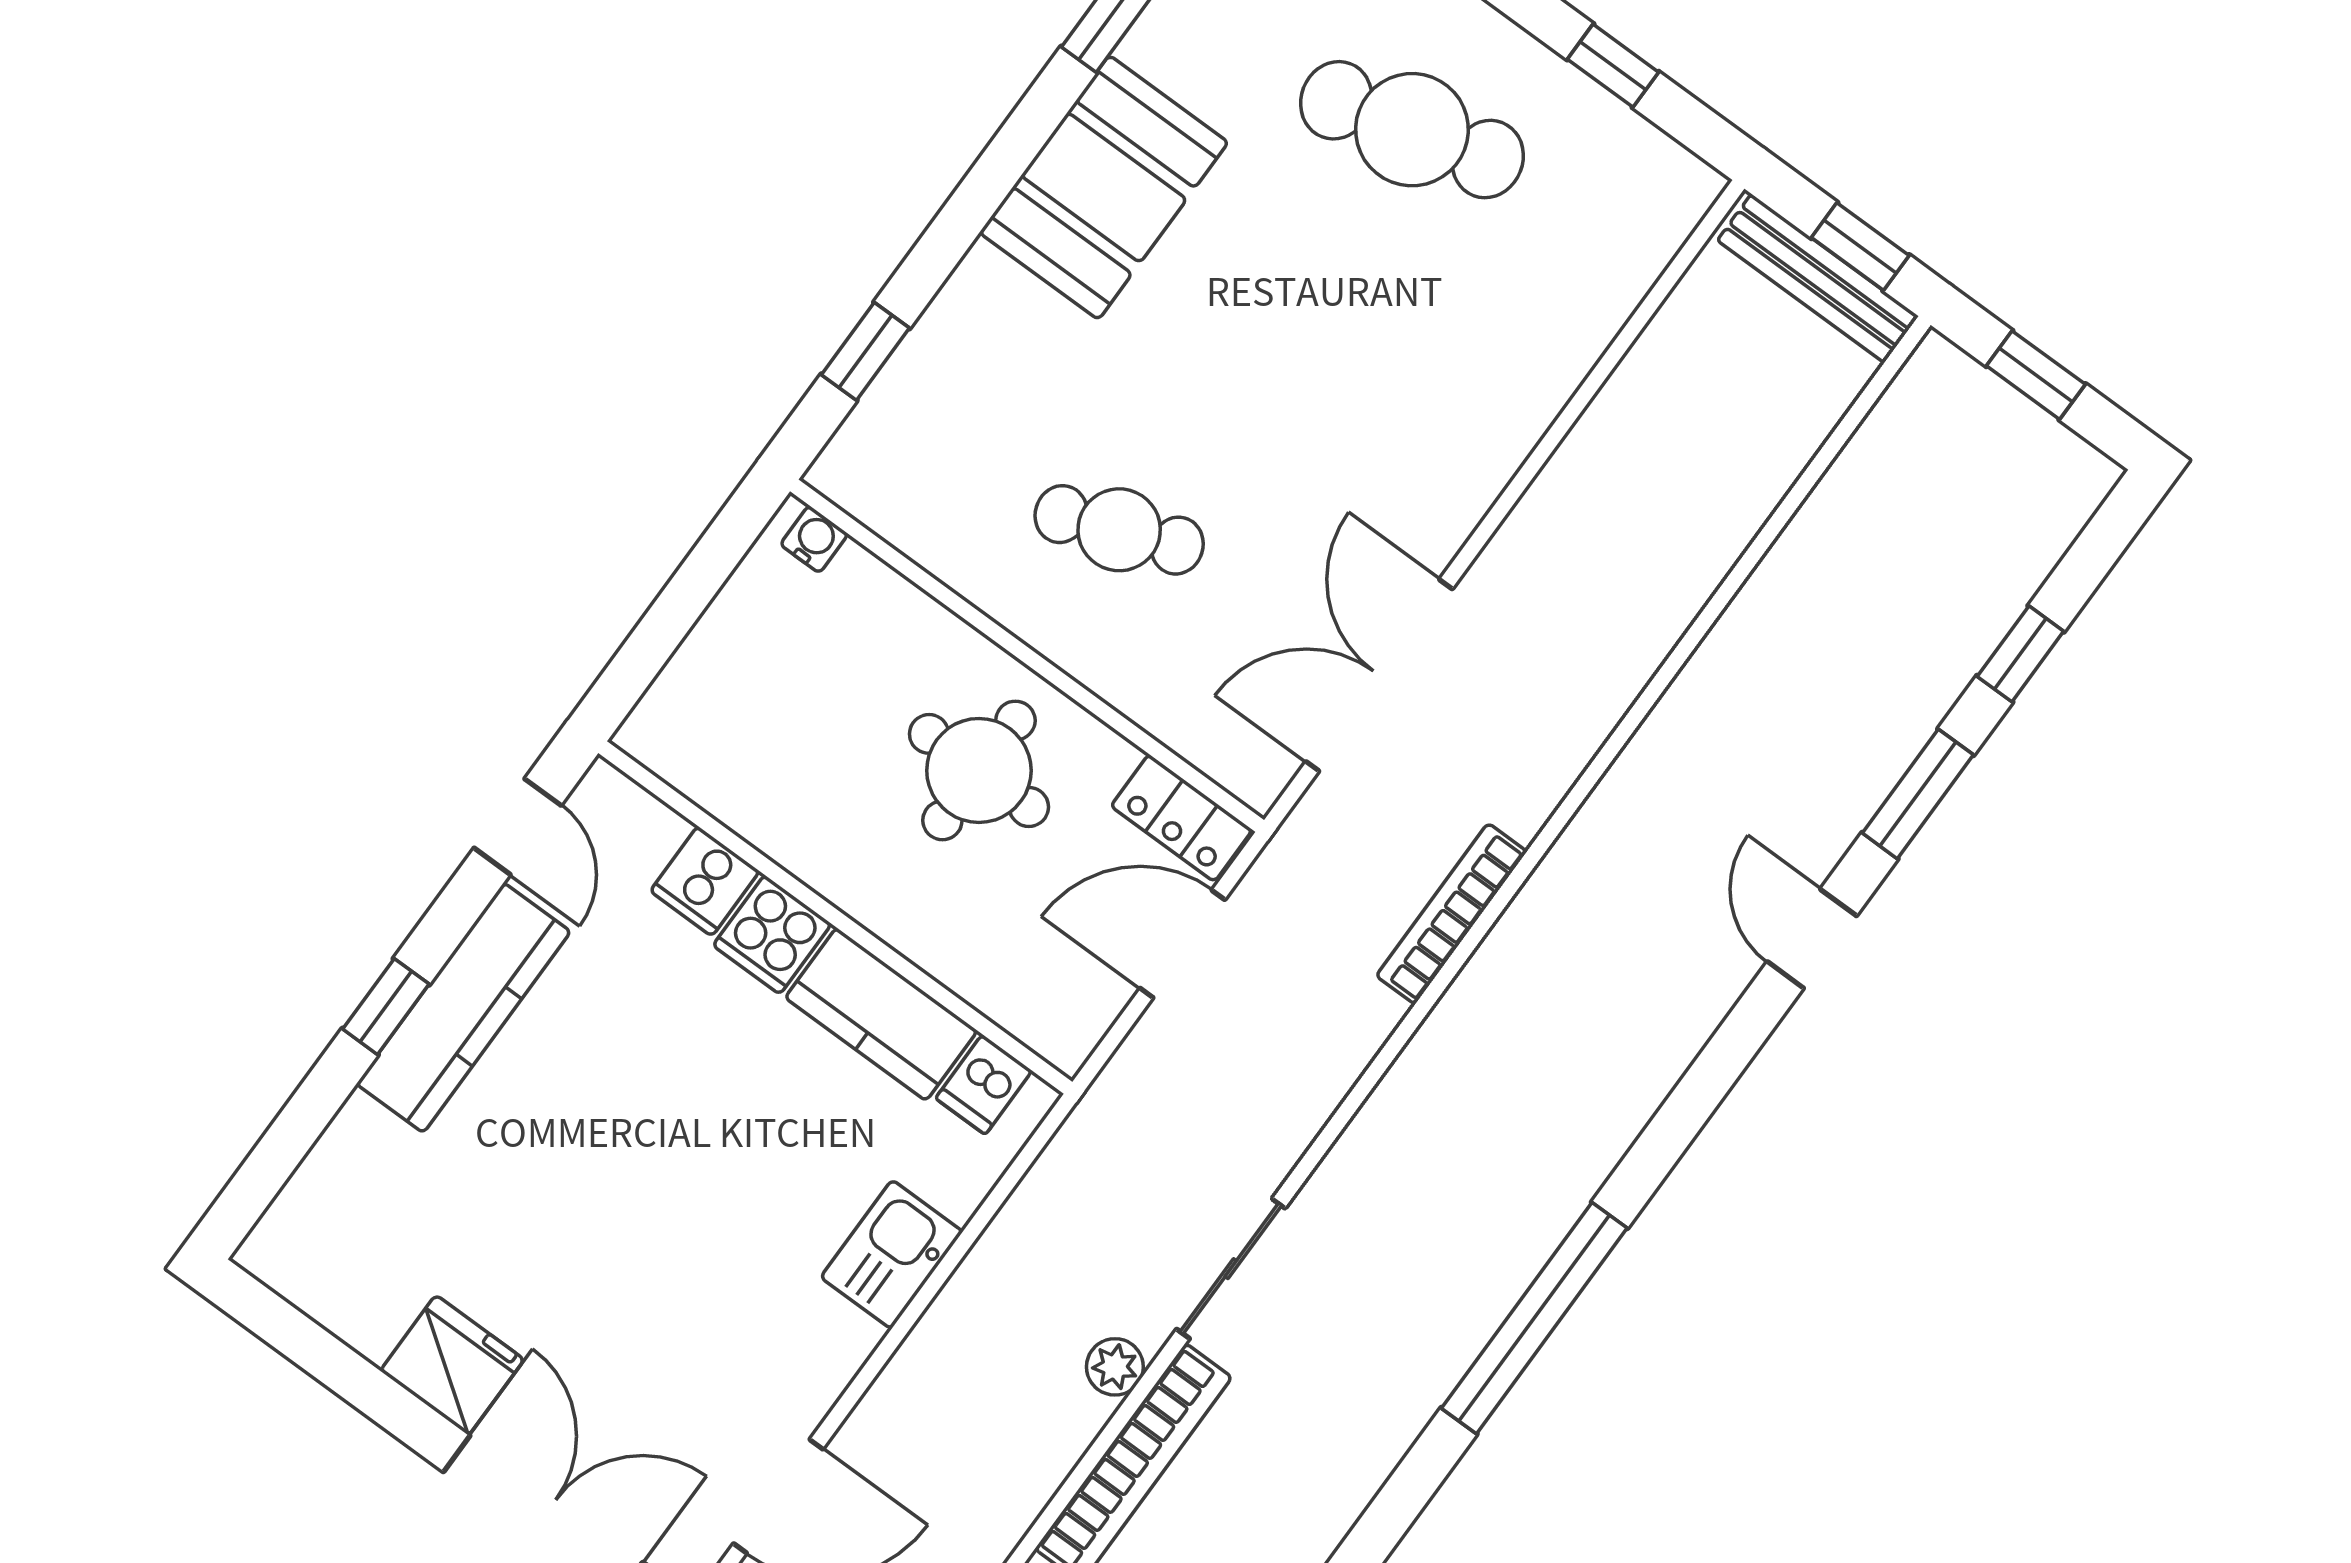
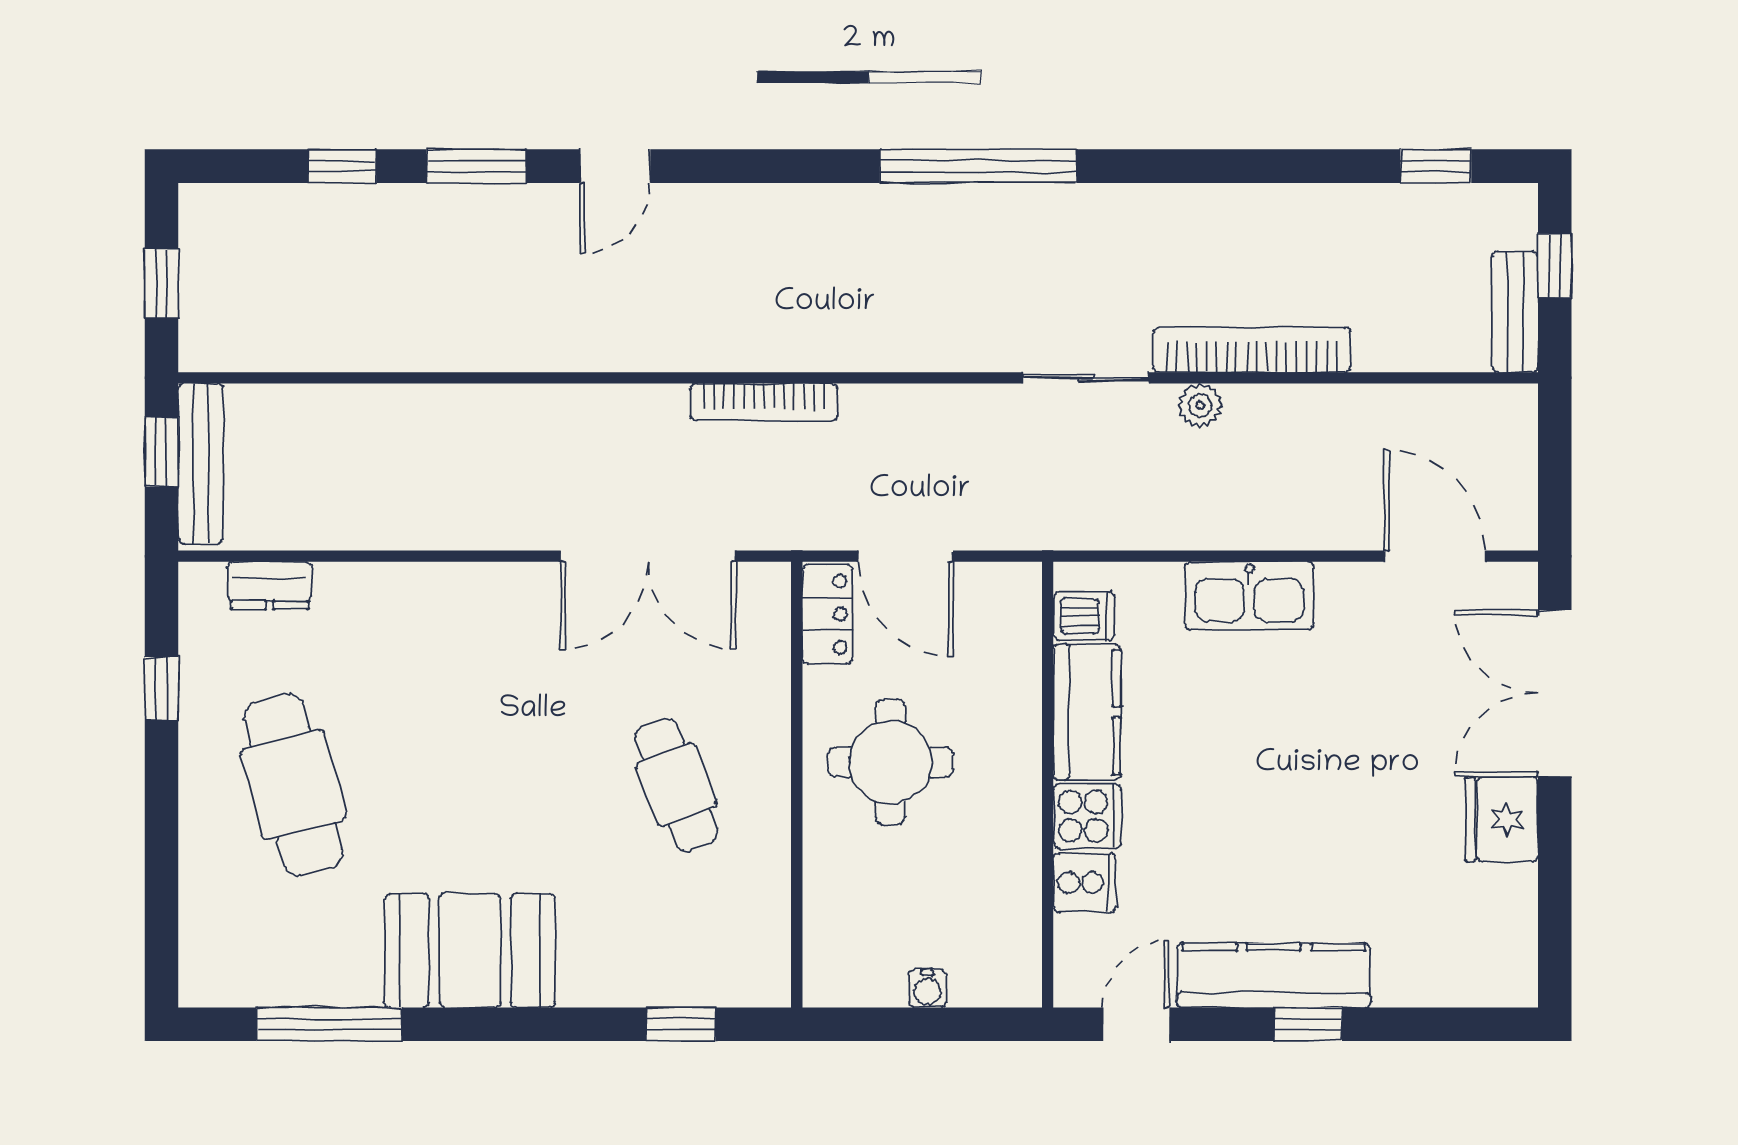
dresser: (1638, 257) -> (270, 586), added
water cooler: (814, 539) -> (927, 989), moved, turned -90
kitchen sink: (892, 1254) -> (1250, 596), width x1.38

